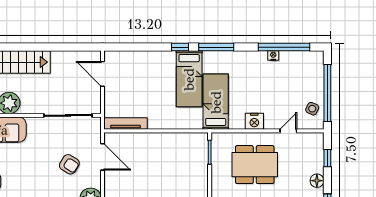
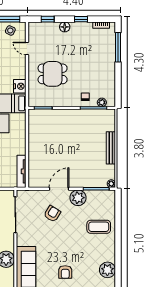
nightstand: (254, 121) -> (20, 86), moved
door: (103, 157) -> (59, 189), moved
dining table: (255, 165) -> (53, 74), width x0.73

